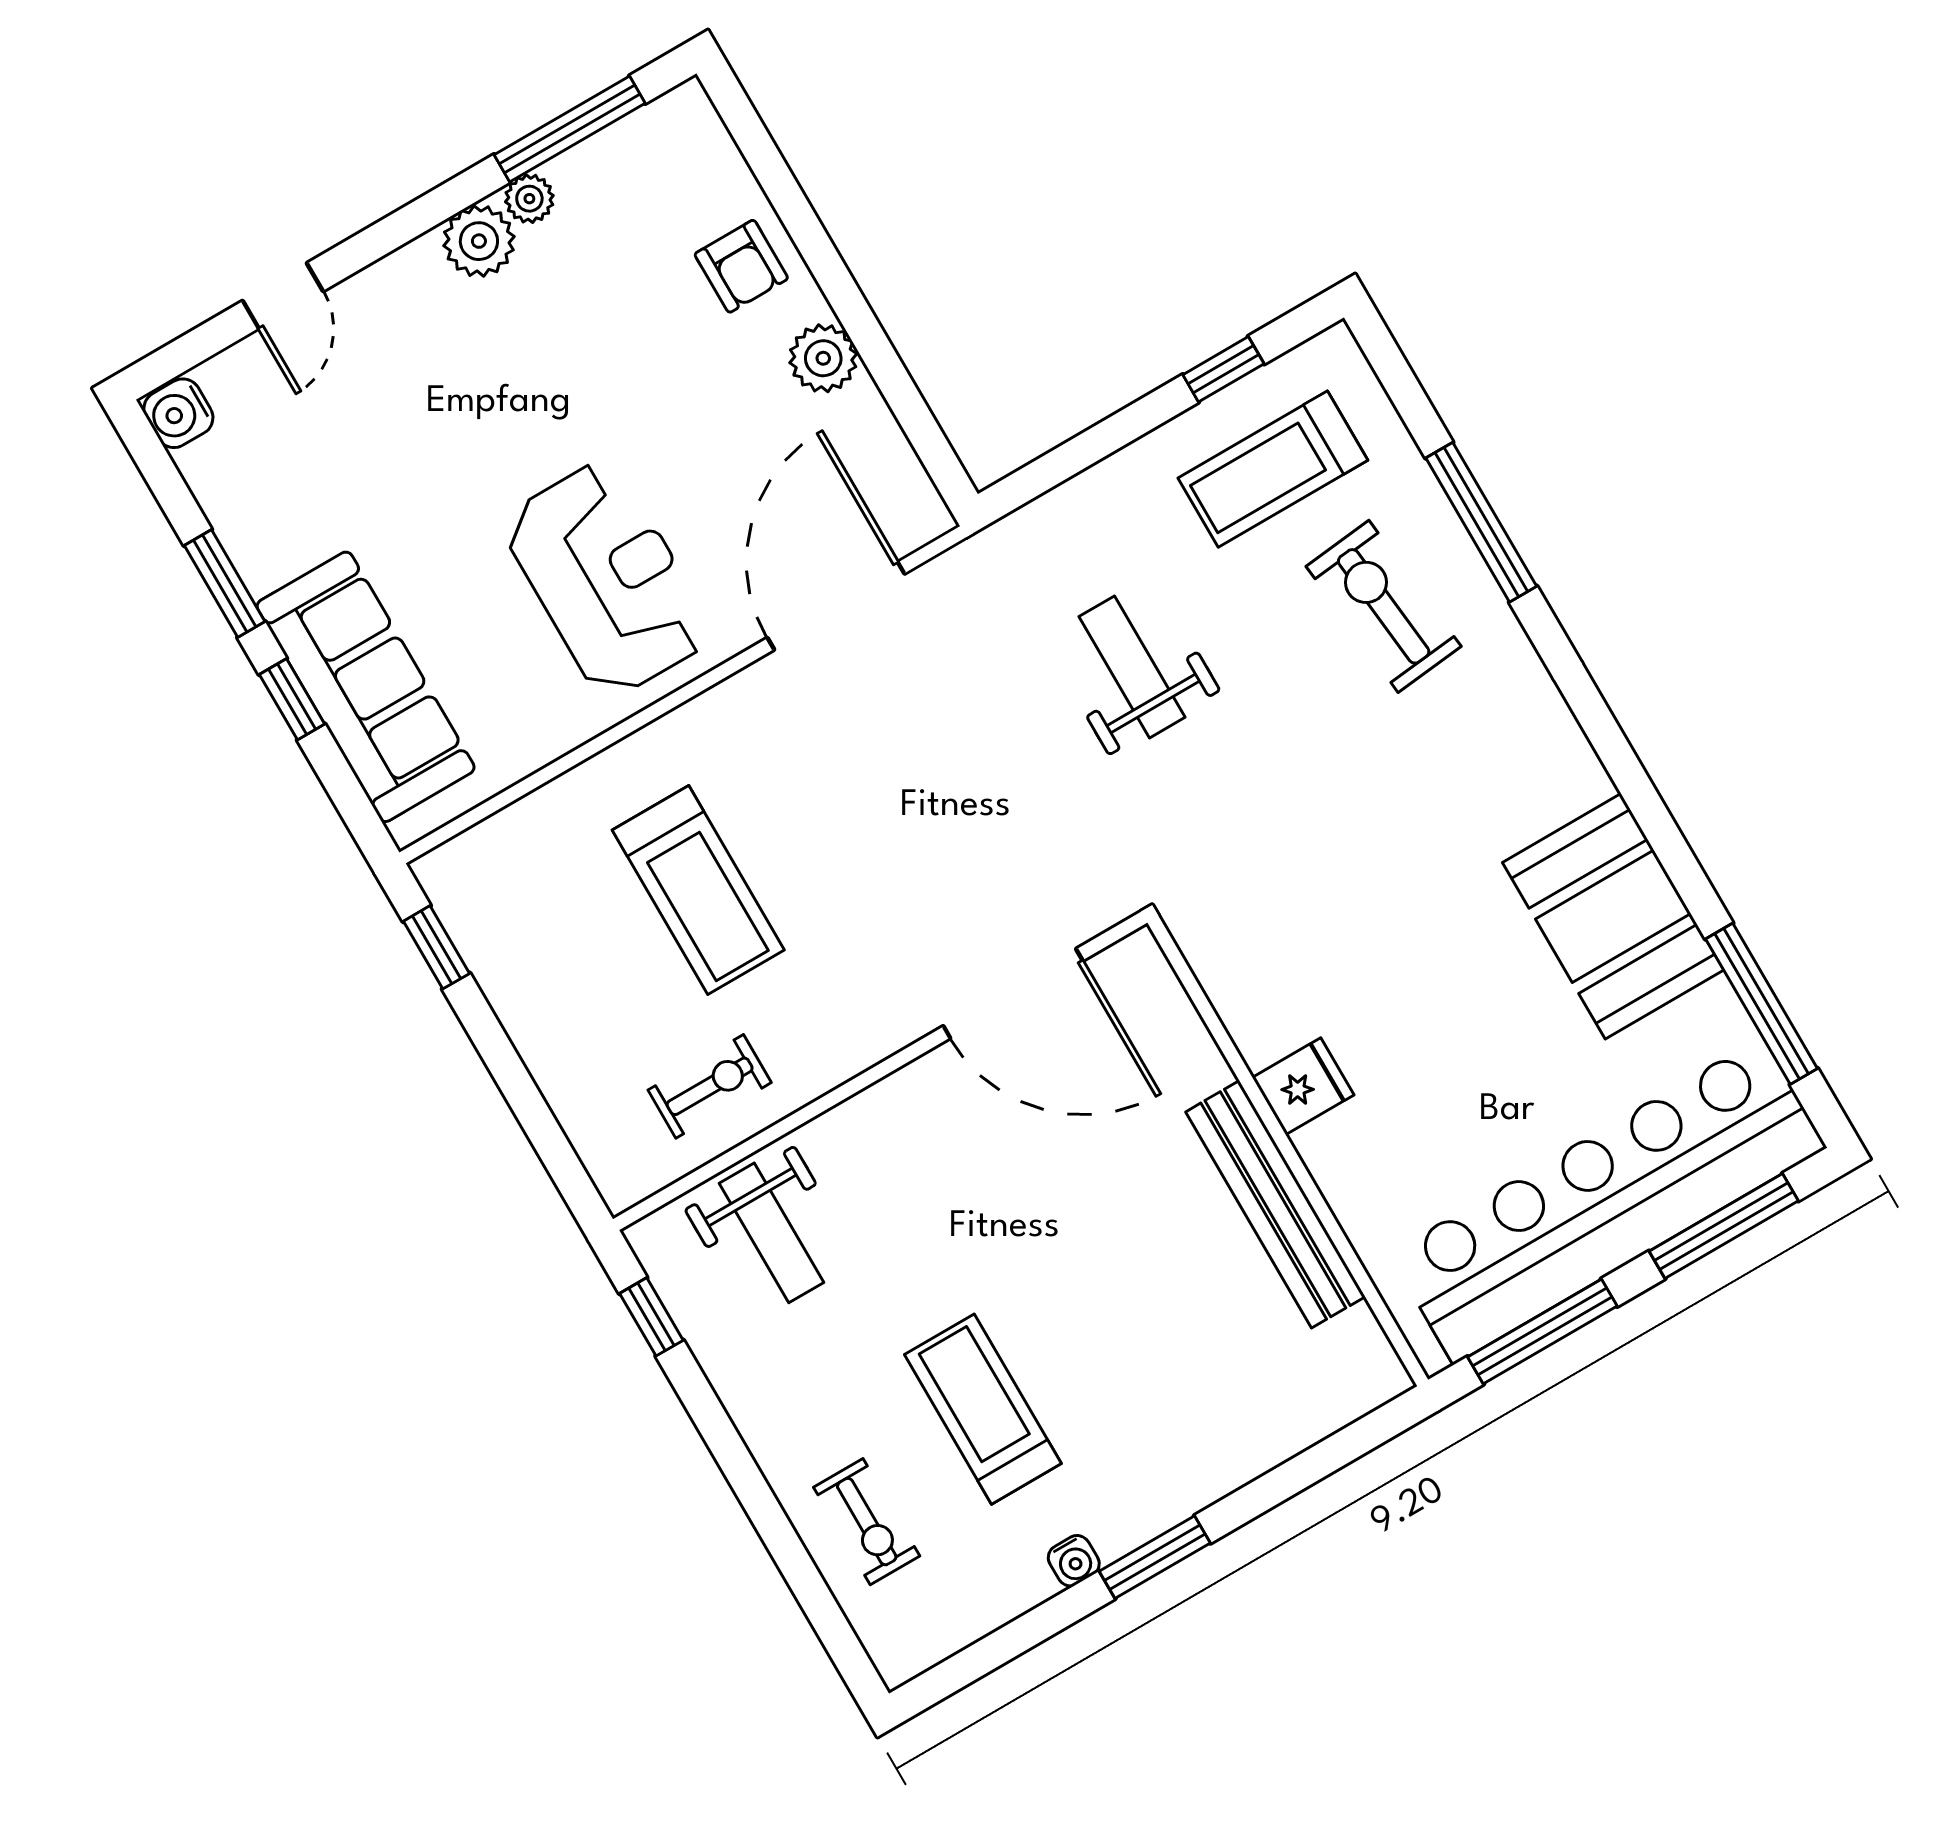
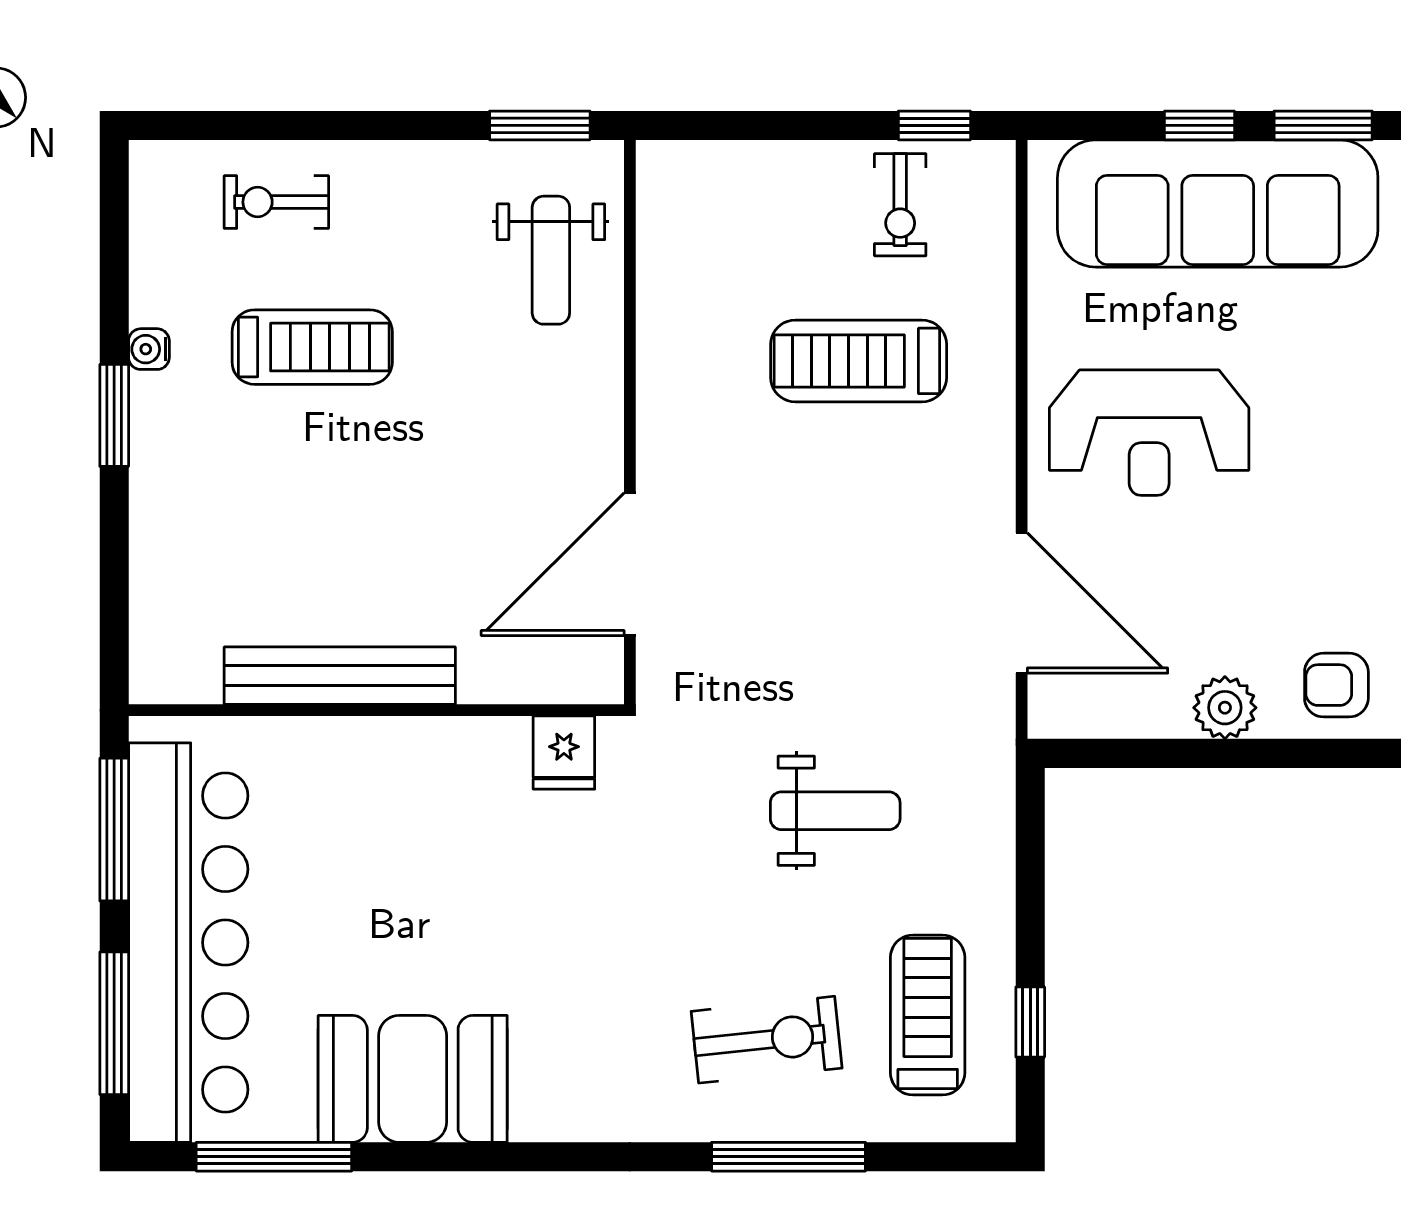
sofa: (366, 687) -> (1218, 203), width x1.36, depth x1.27
exercise bike: (710, 1086) -> (900, 205), moved
fridge: (1303, 1086) -> (564, 753), moved
weight bench: (772, 1233) -> (551, 260), turned -90
window: (651, 1317) -> (540, 125), width x1.50

